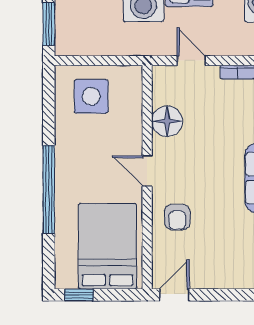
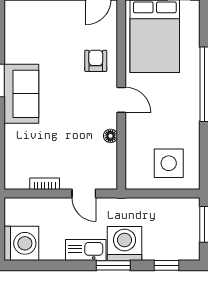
floor lamp: (167, 121) -> (110, 136), width x0.53, depth x0.53

